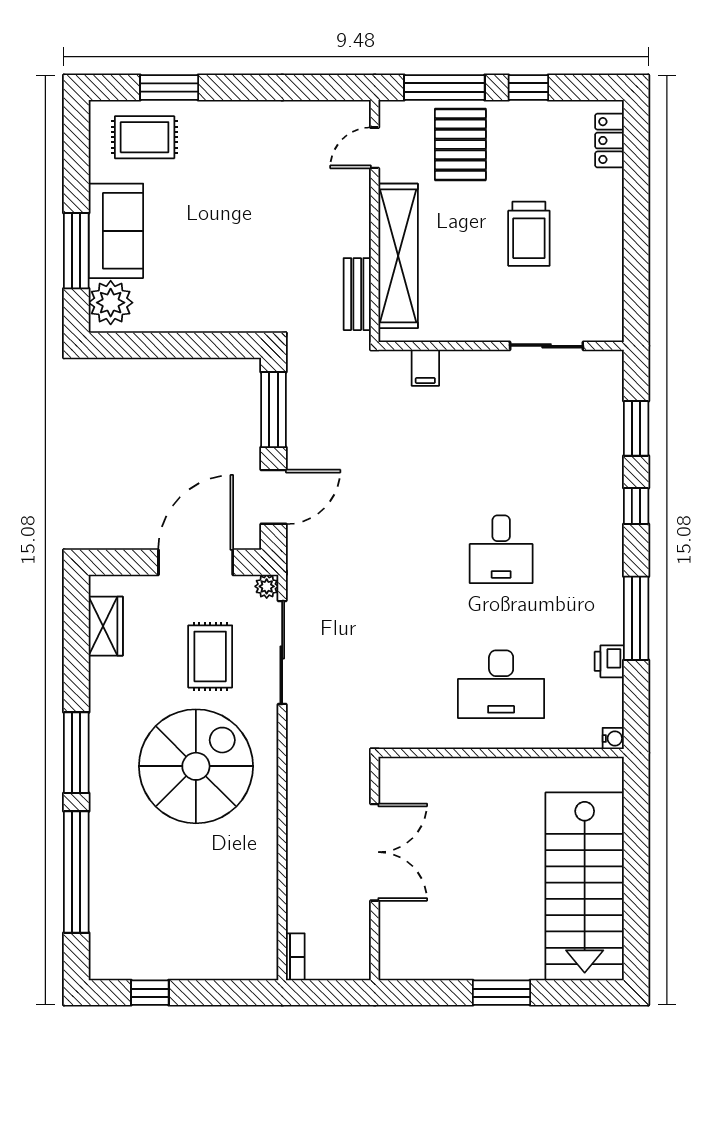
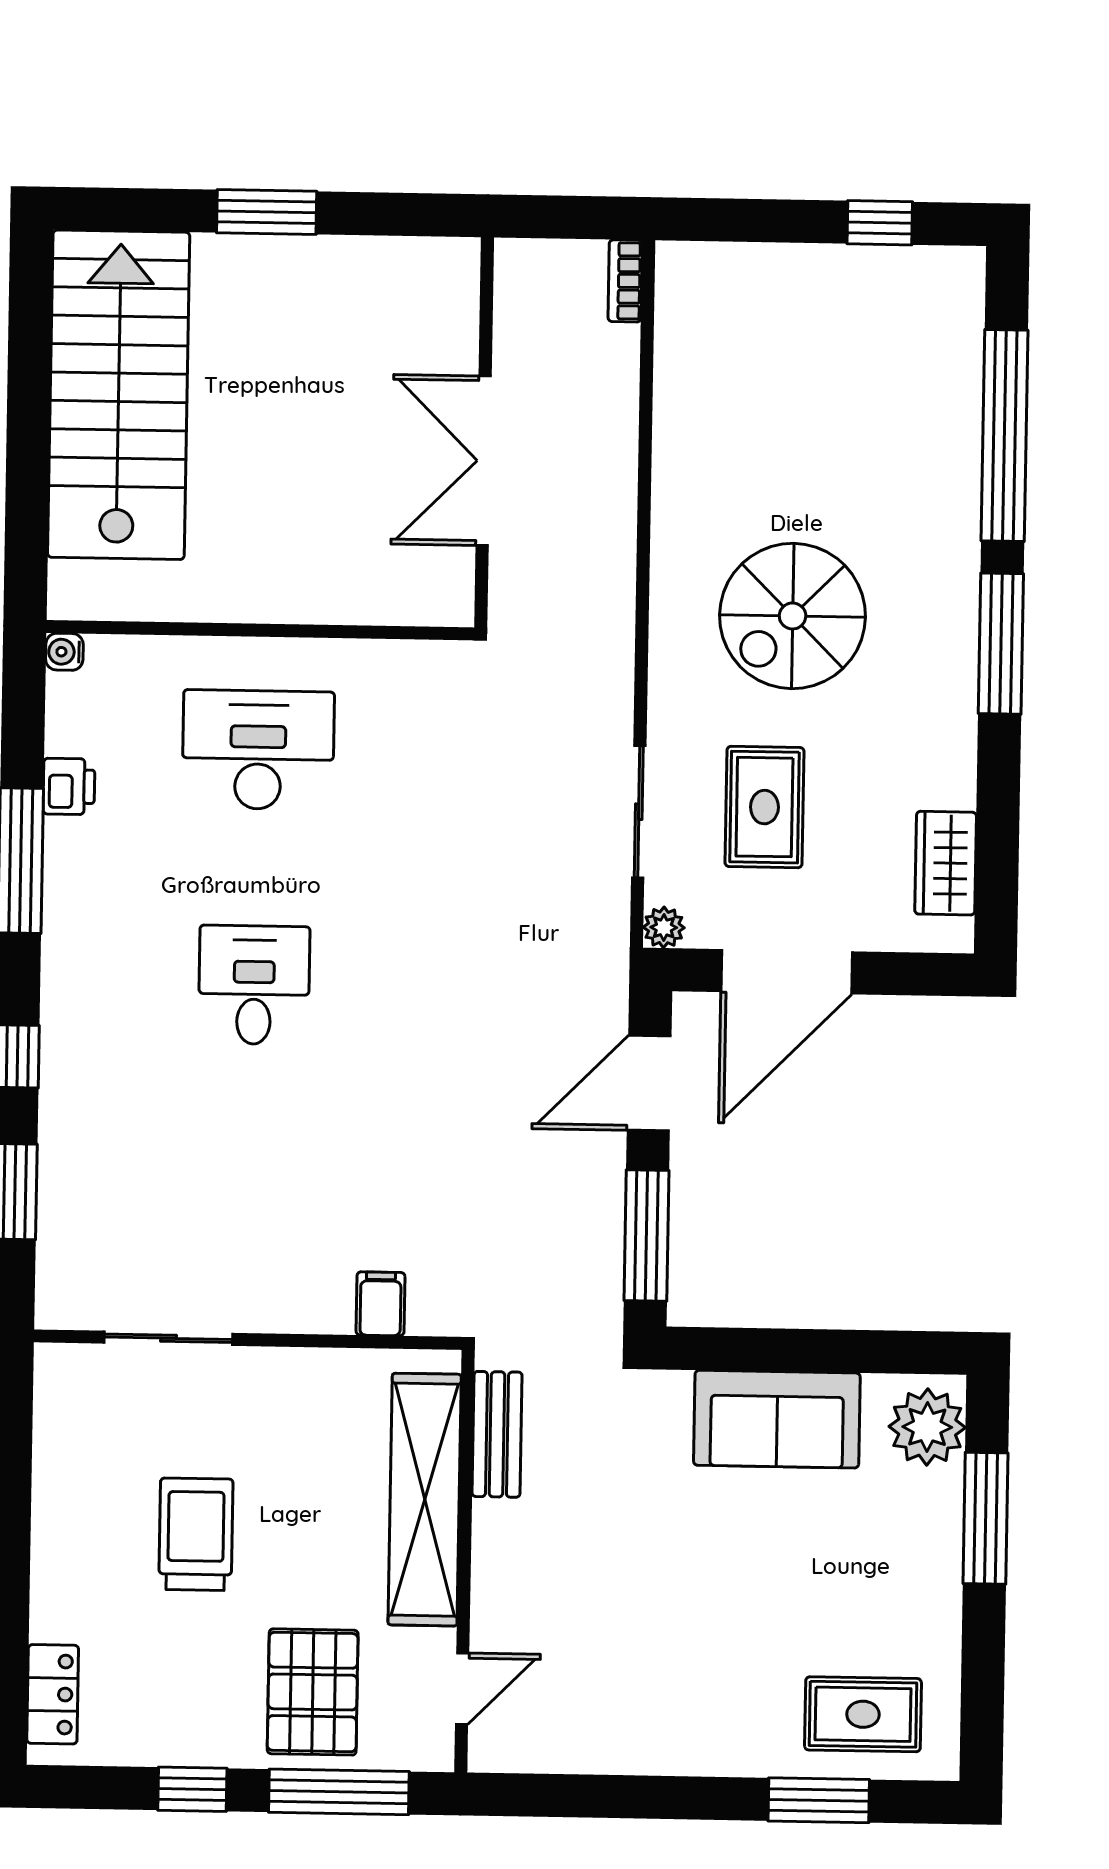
sofa: (116, 231) -> (777, 1419), moved, turned -90
sliding door: (282, 653) -> (639, 812), width x0.73
spiral stairs: (196, 766) -> (793, 616), width x0.73, depth x0.73

